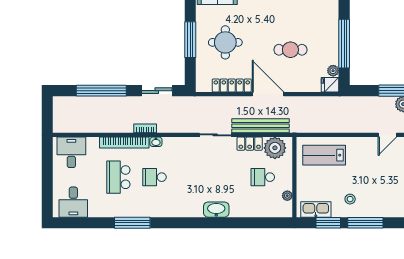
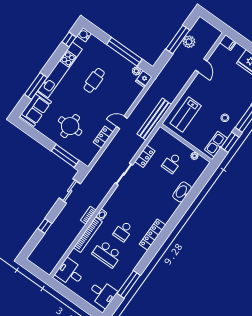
window: (190, 40) -> (65, 156), moved
cafe table: (290, 50) -> (94, 80), moved
locker: (232, 85) -> (103, 137), width x0.66
window: (101, 91) -> (45, 226), width x0.32
door: (268, 94) -> (122, 122), width x0.53
bench: (260, 126) -> (154, 119), moved
plant: (275, 148) -> (159, 142), removed
washbasin: (216, 210) -> (182, 192), moved
locker: (173, 211) -> (153, 235), added
window: (132, 223) -> (129, 284), moved

